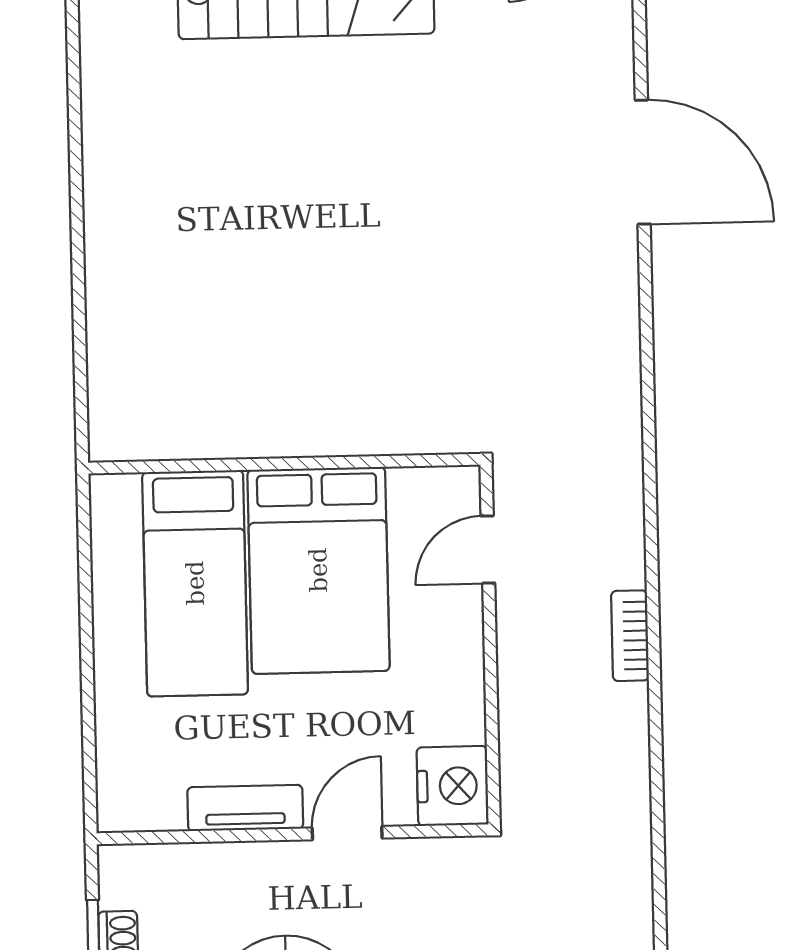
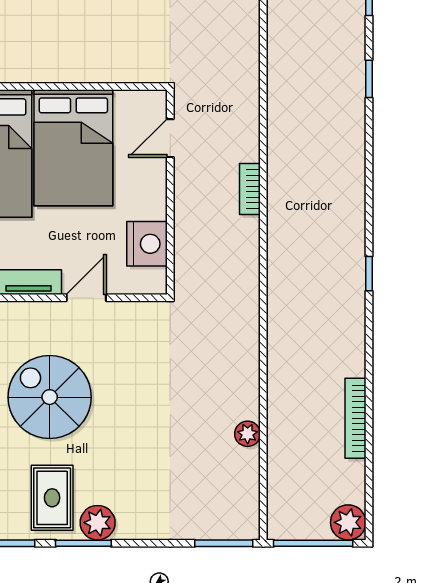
nightstand: (453, 786) -> (147, 244), moved

